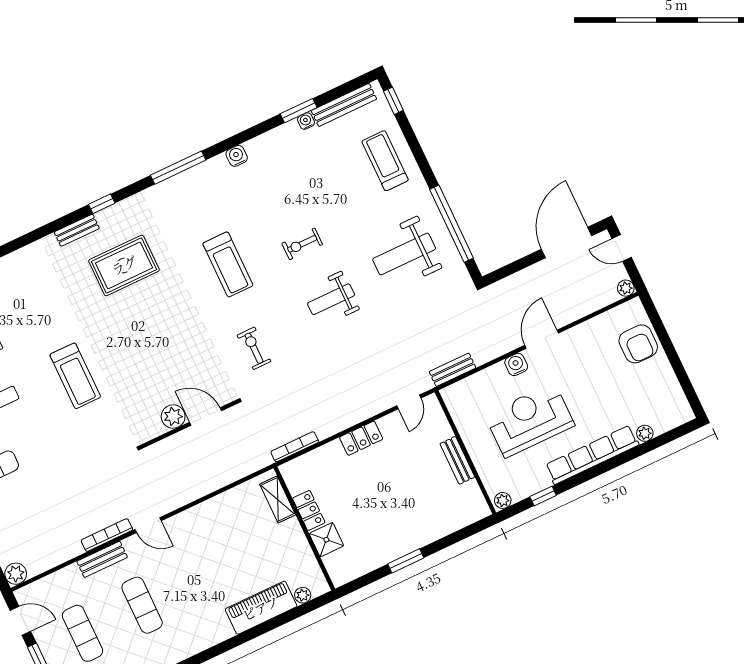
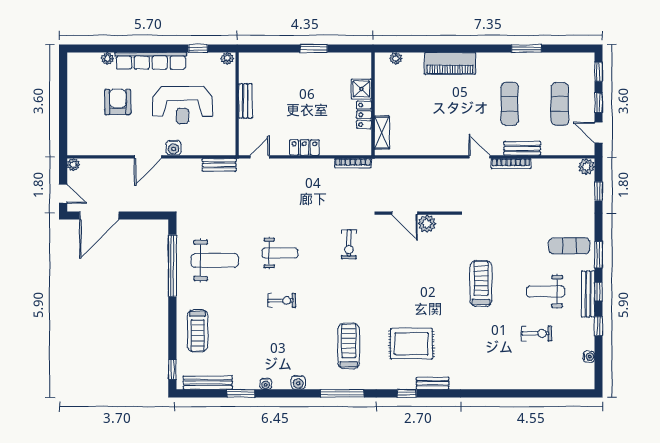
water cooler: (306, 121) -> (266, 384), moved
treadmill: (228, 264) -> (349, 346), moved
armchair: (638, 344) -> (118, 102), moved
piano: (261, 608) -> (450, 63), moved

